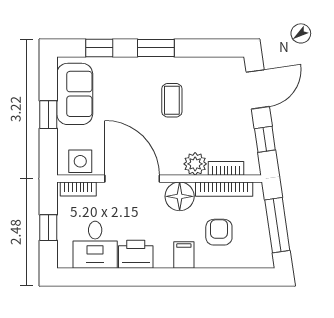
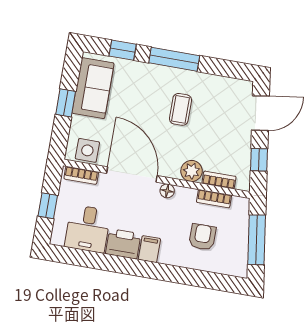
window: (156, 48) -> (174, 59), width x1.44
bookcase: (224, 189) -> (214, 199), width x0.64
floor lamp: (180, 196) -> (167, 191), width x0.53, depth x0.53
filing cabinet: (184, 255) -> (149, 249), moved

